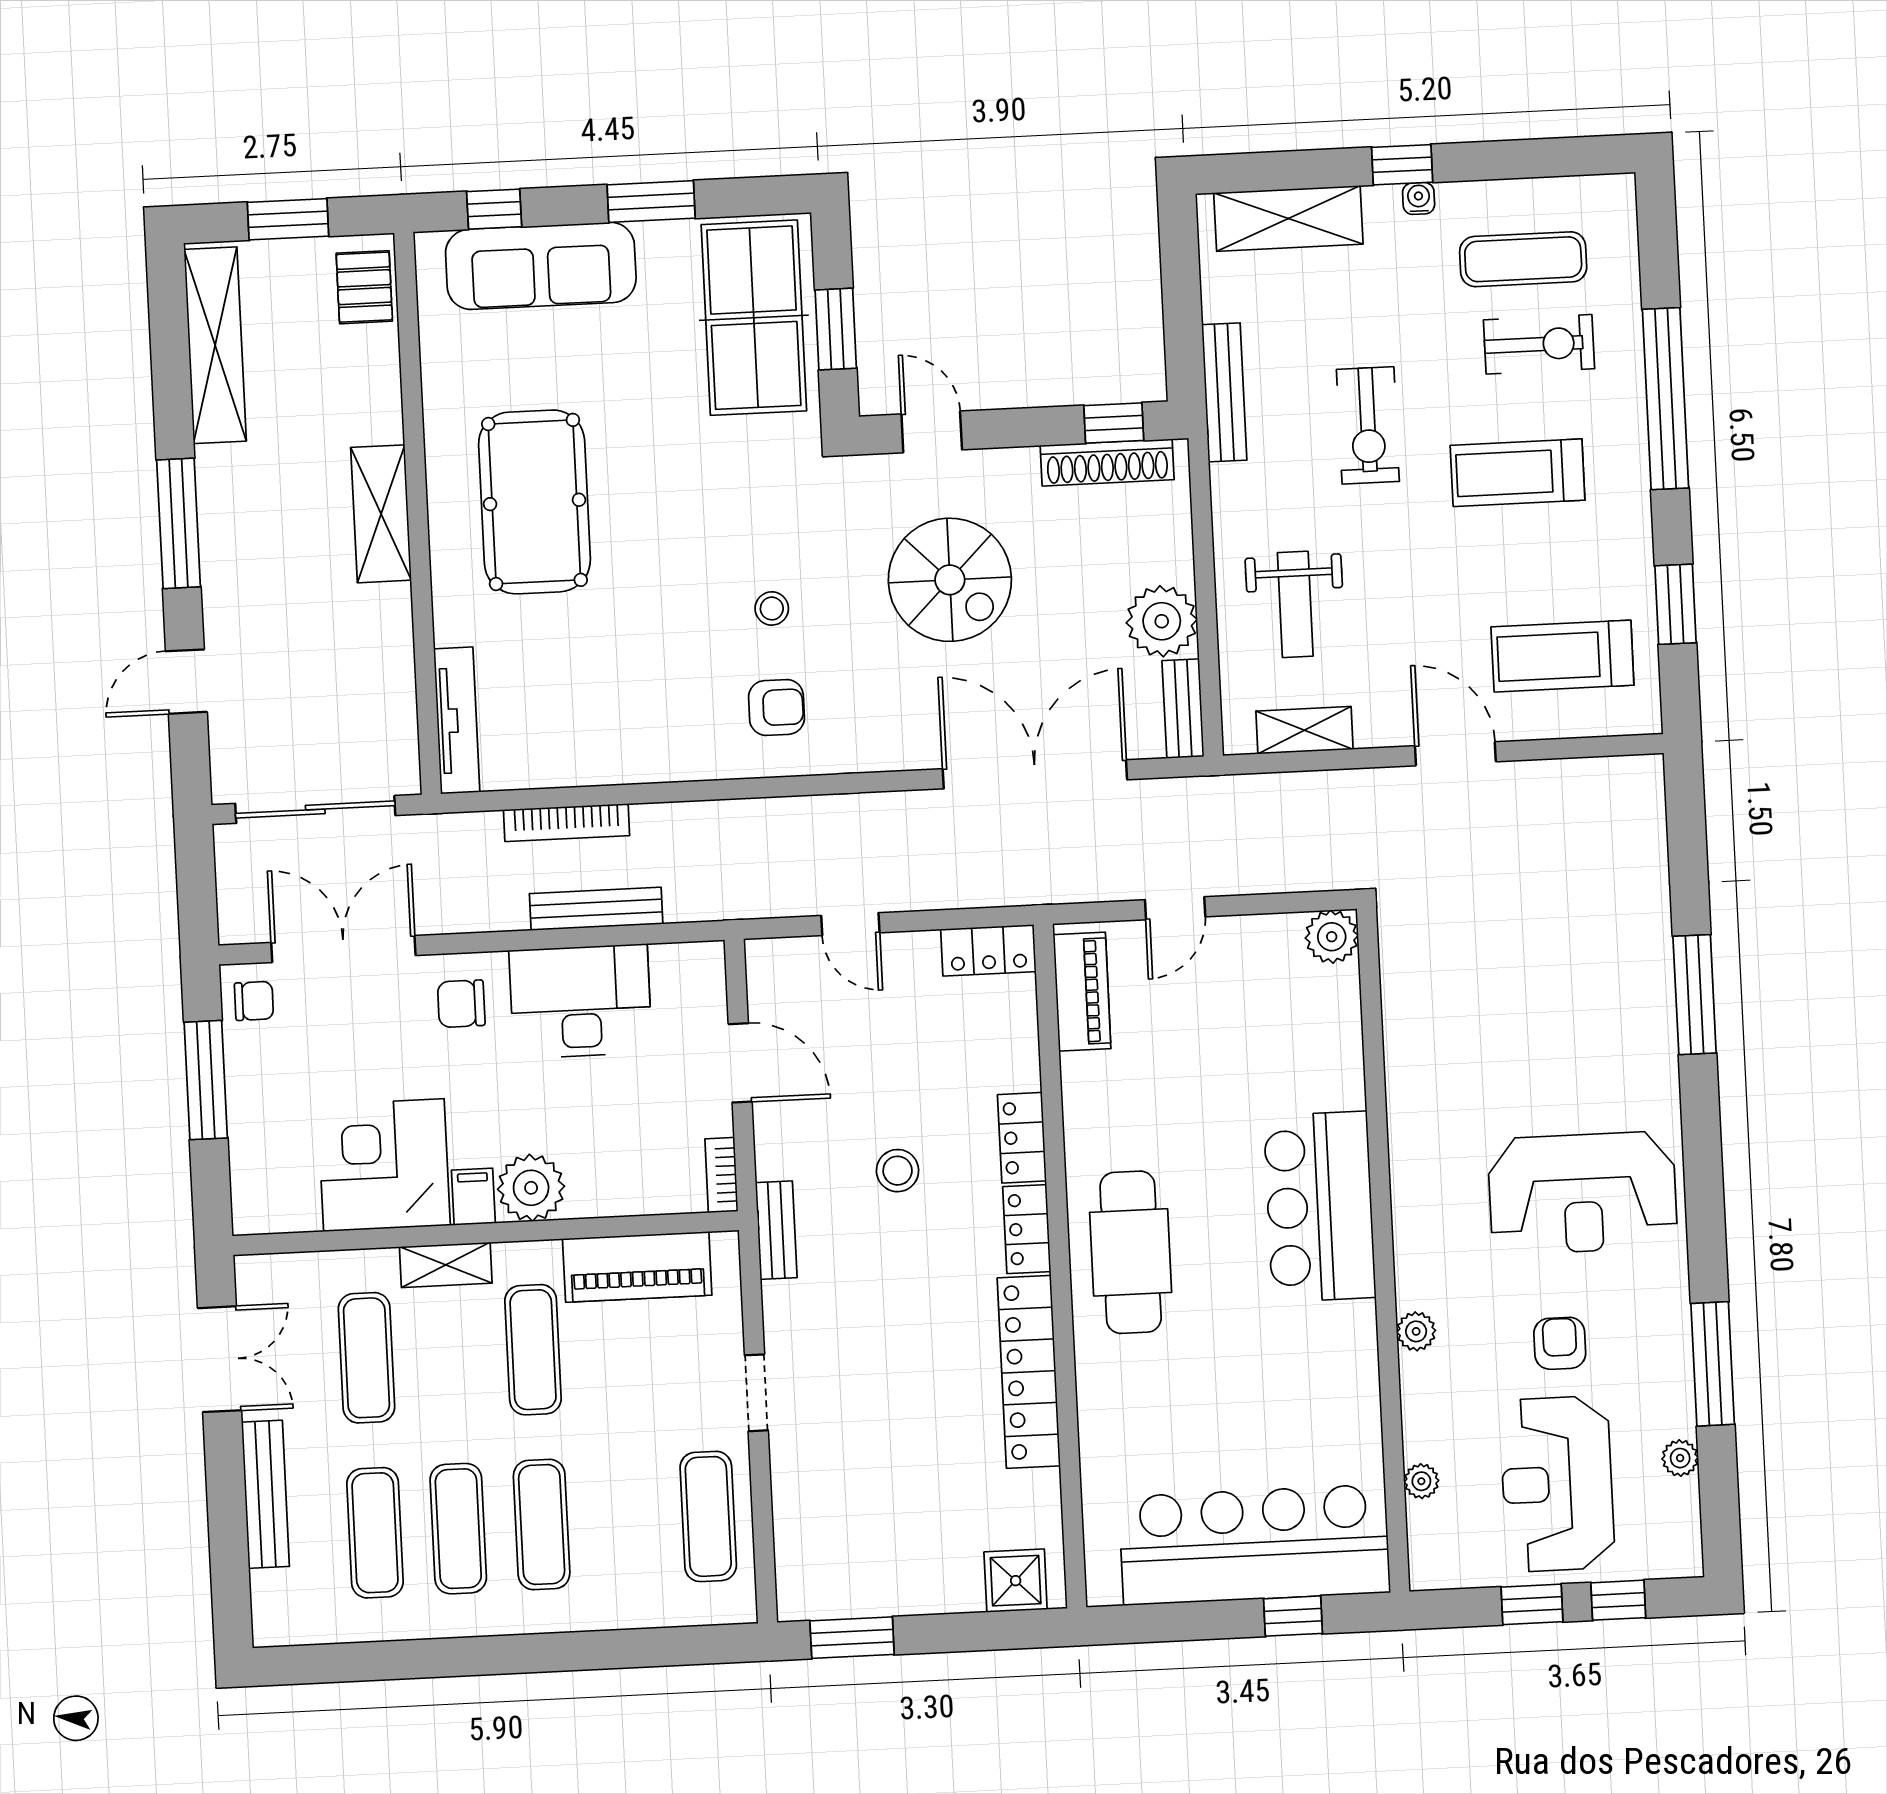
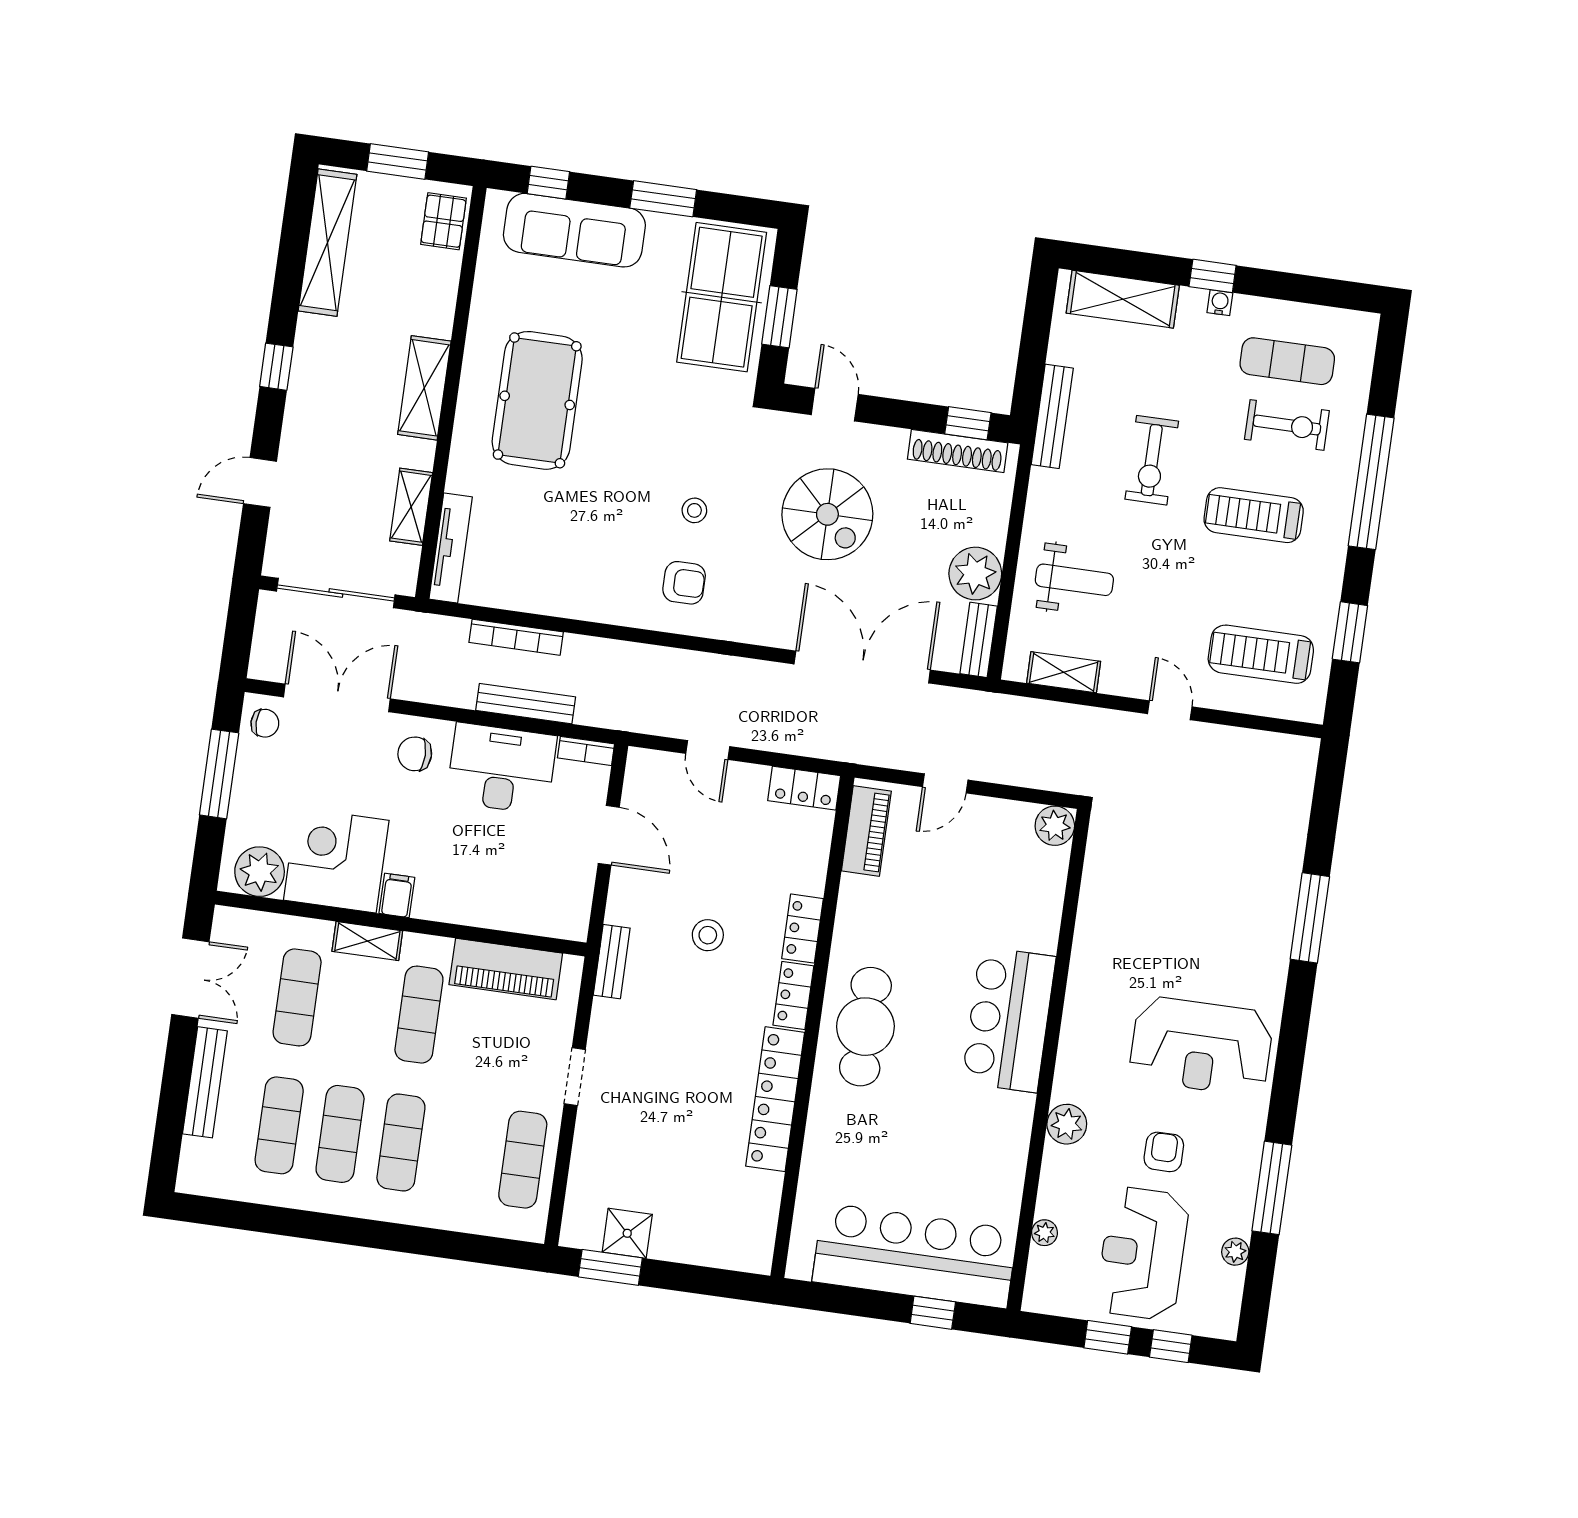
window: (179, 523) -> (276, 367), width x0.46
weight bench: (1295, 604) -> (1074, 580), turned -90
shelving: (394, 675) -> (411, 507), added
door: (1455, 754) -> (1170, 710), width x0.73
bookcase: (721, 1175) -> (586, 751), moved, turned -90
plant: (531, 1188) -> (260, 872), moved
plant: (1416, 1331) -> (1067, 1124), width x1.38, depth x1.38
shower: (1016, 1581) -> (627, 1233), moved

